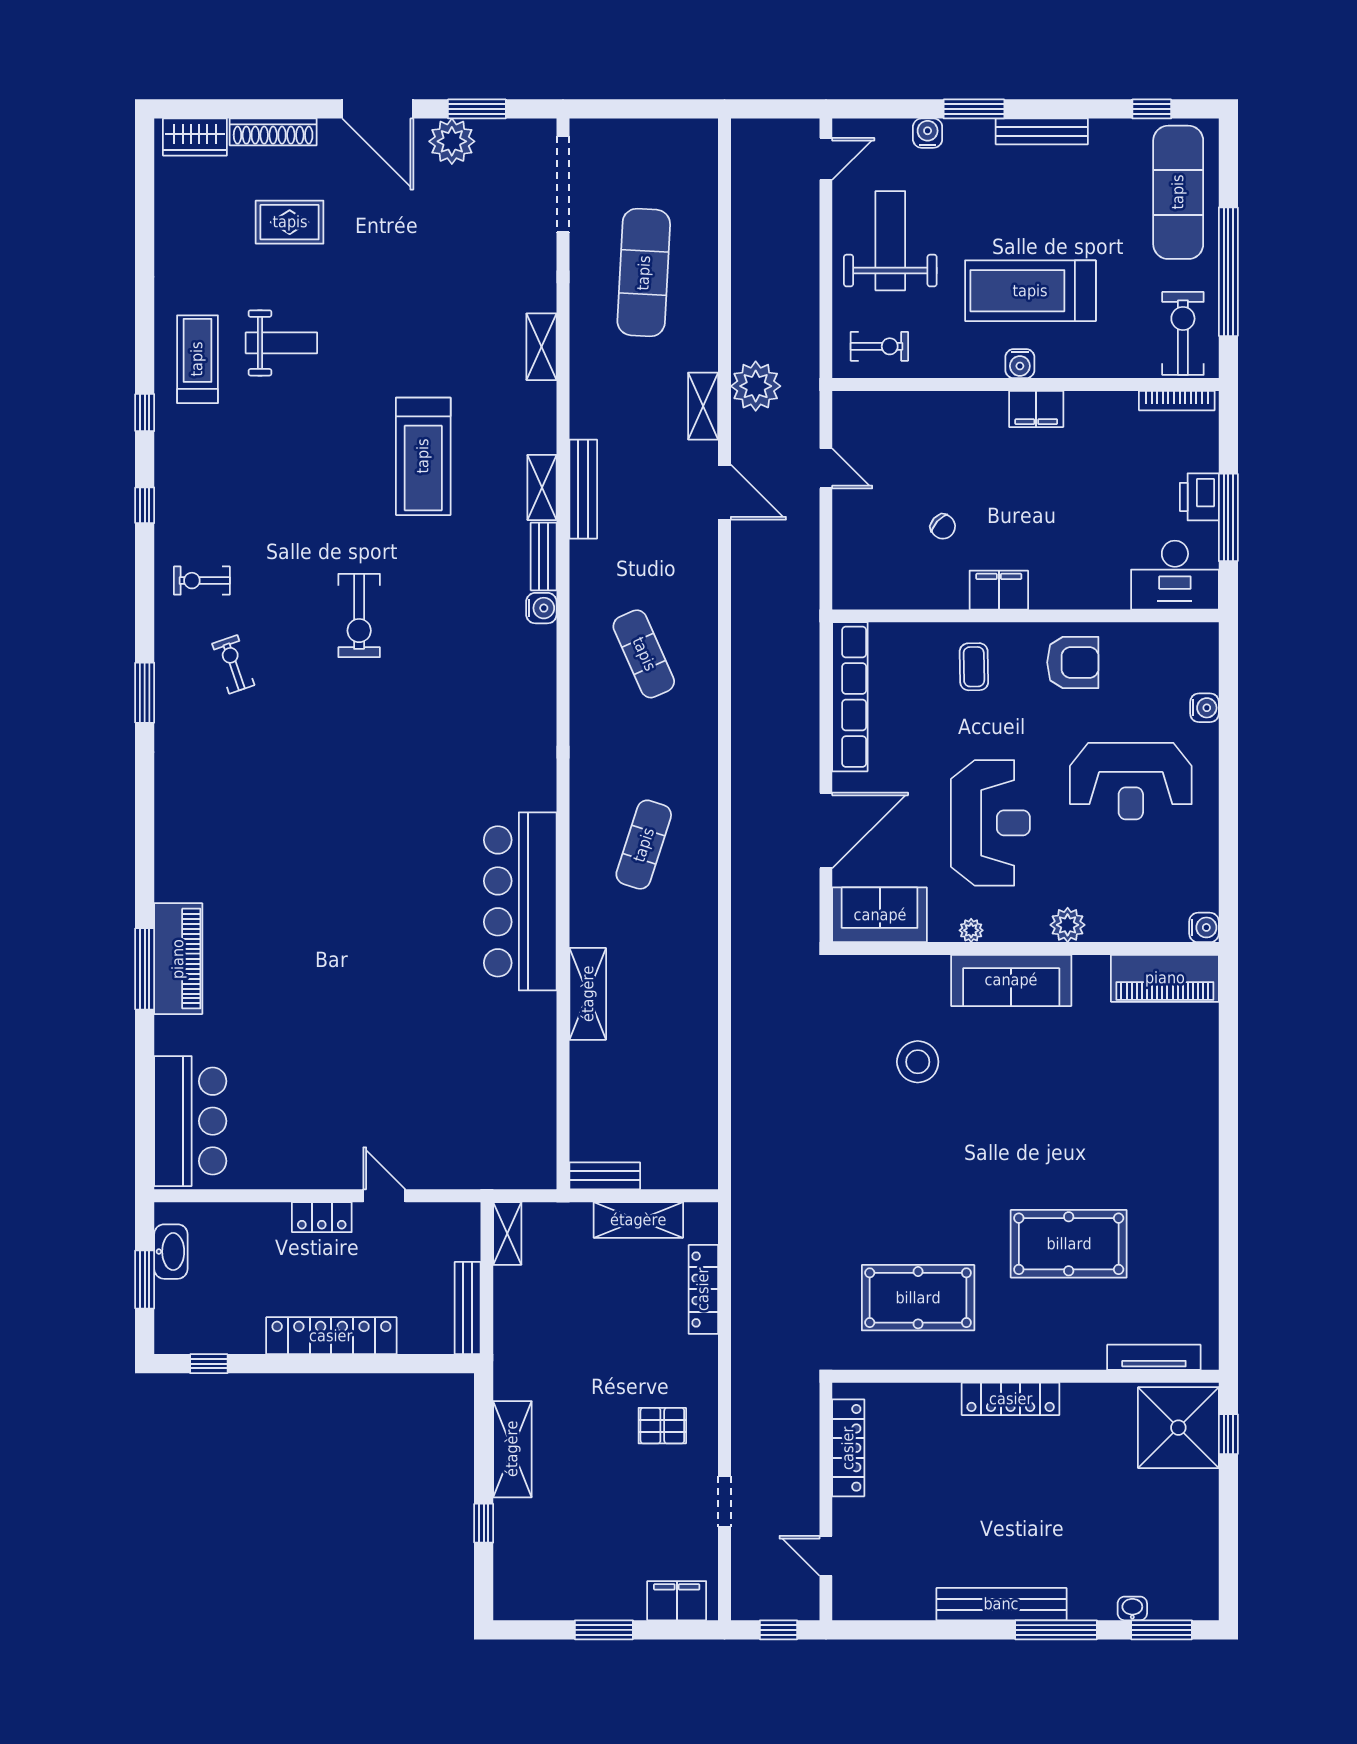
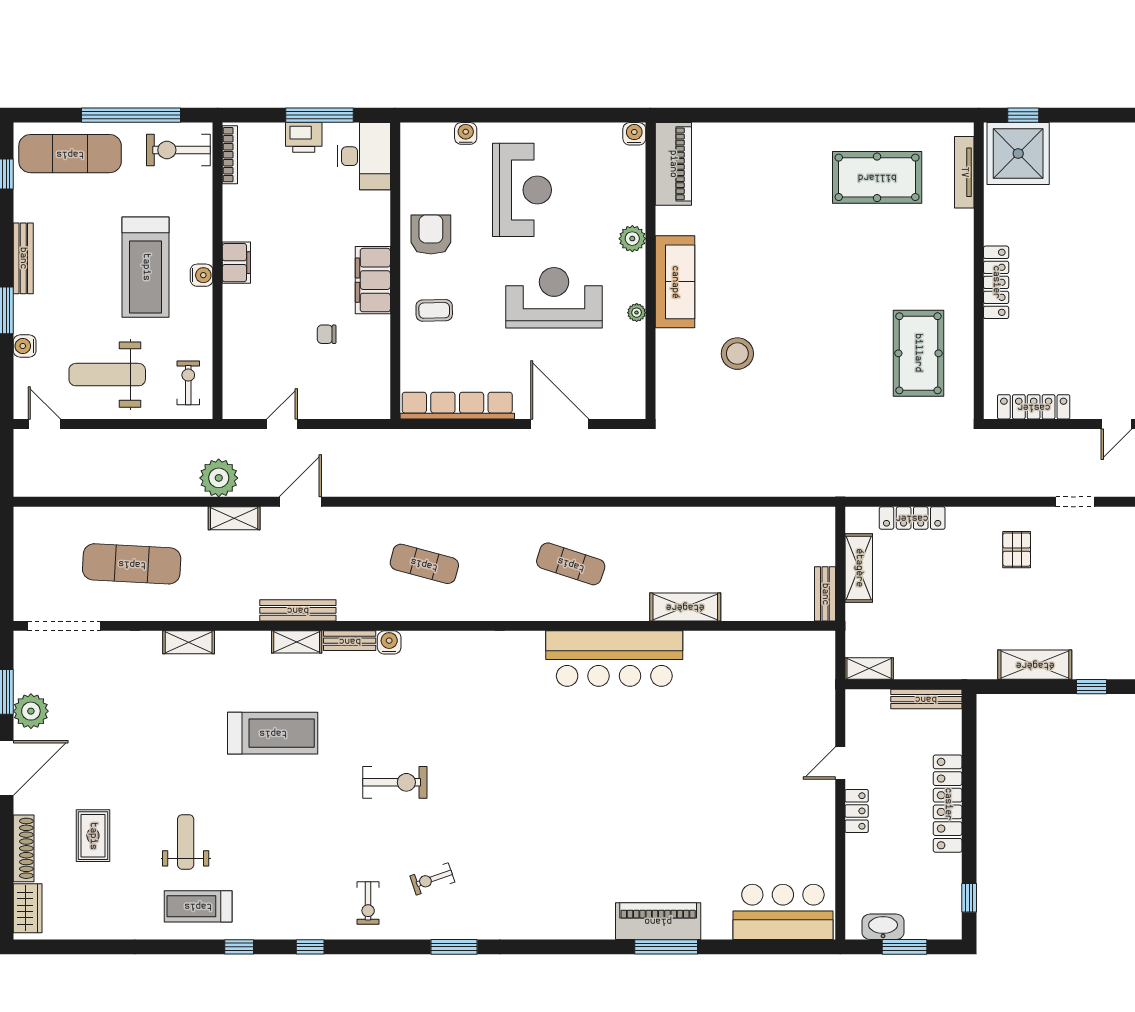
chair: (943, 527) -> (327, 334), turned -132
filing cabinet: (999, 590) -> (373, 280), width x1.50, depth x1.17
exercise mat: (644, 654) -> (424, 564), turned 39
sofa: (880, 915) -> (625, 383), removed
pool table: (1069, 1244) -> (877, 177), moved, turned 90

